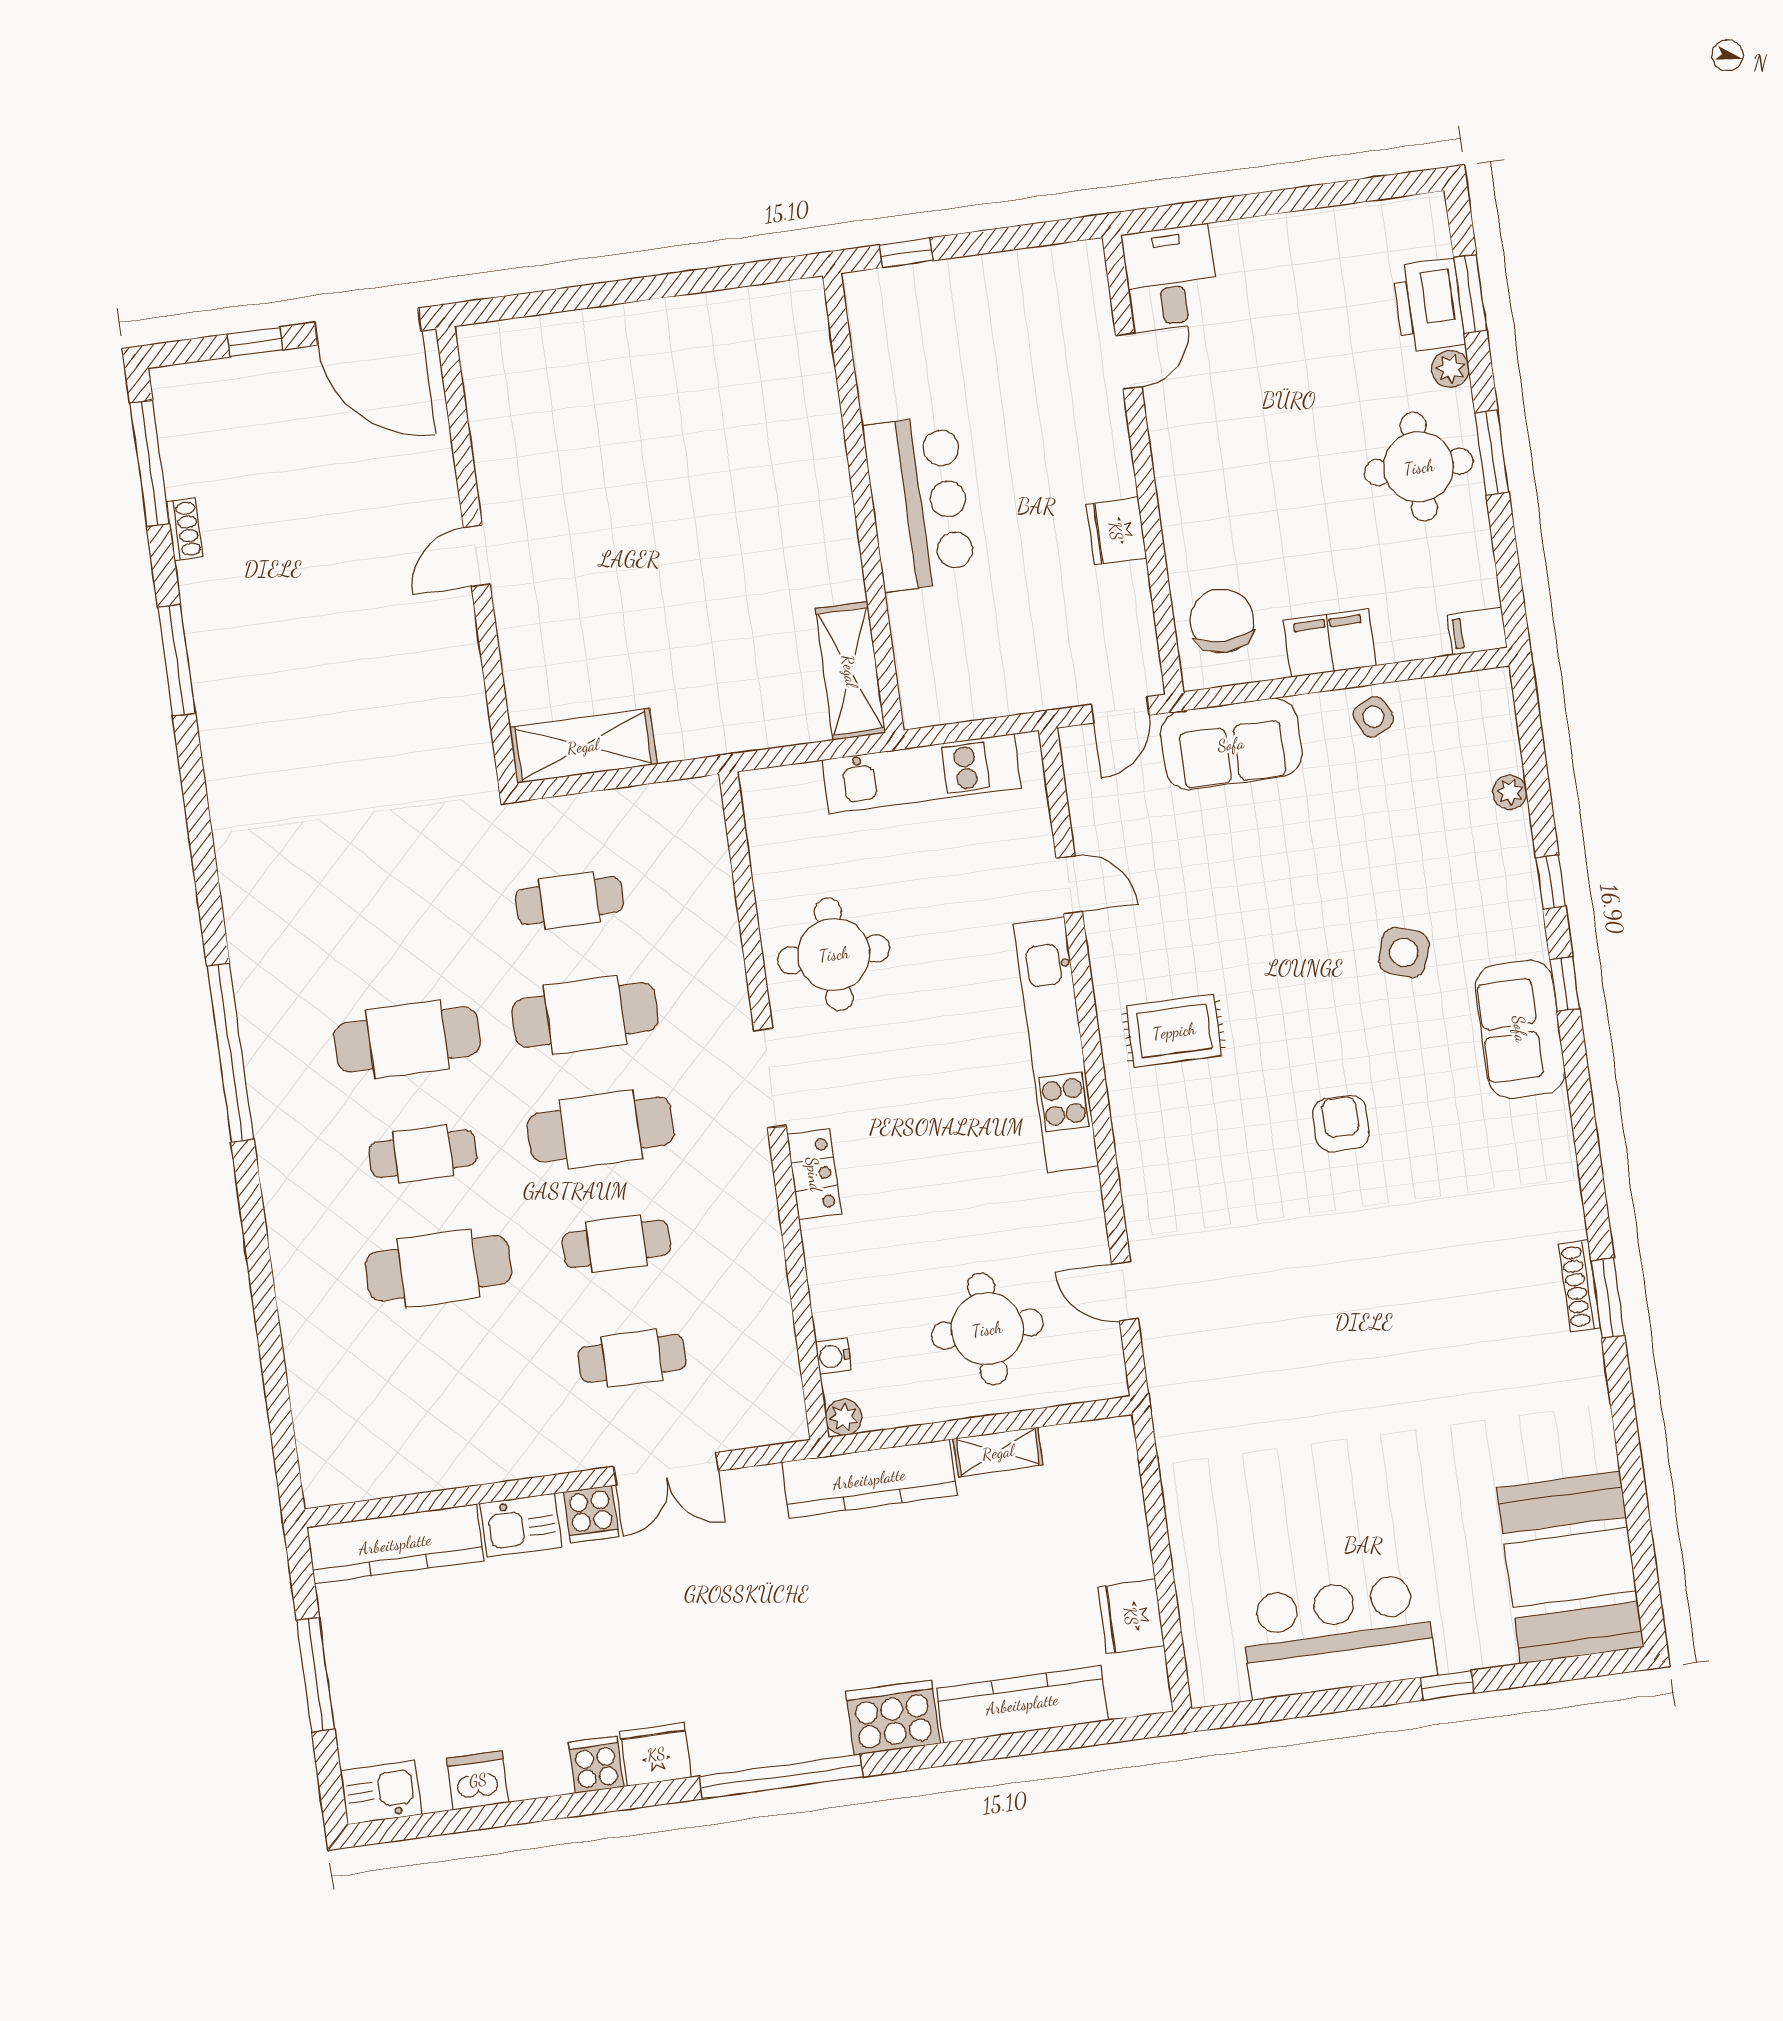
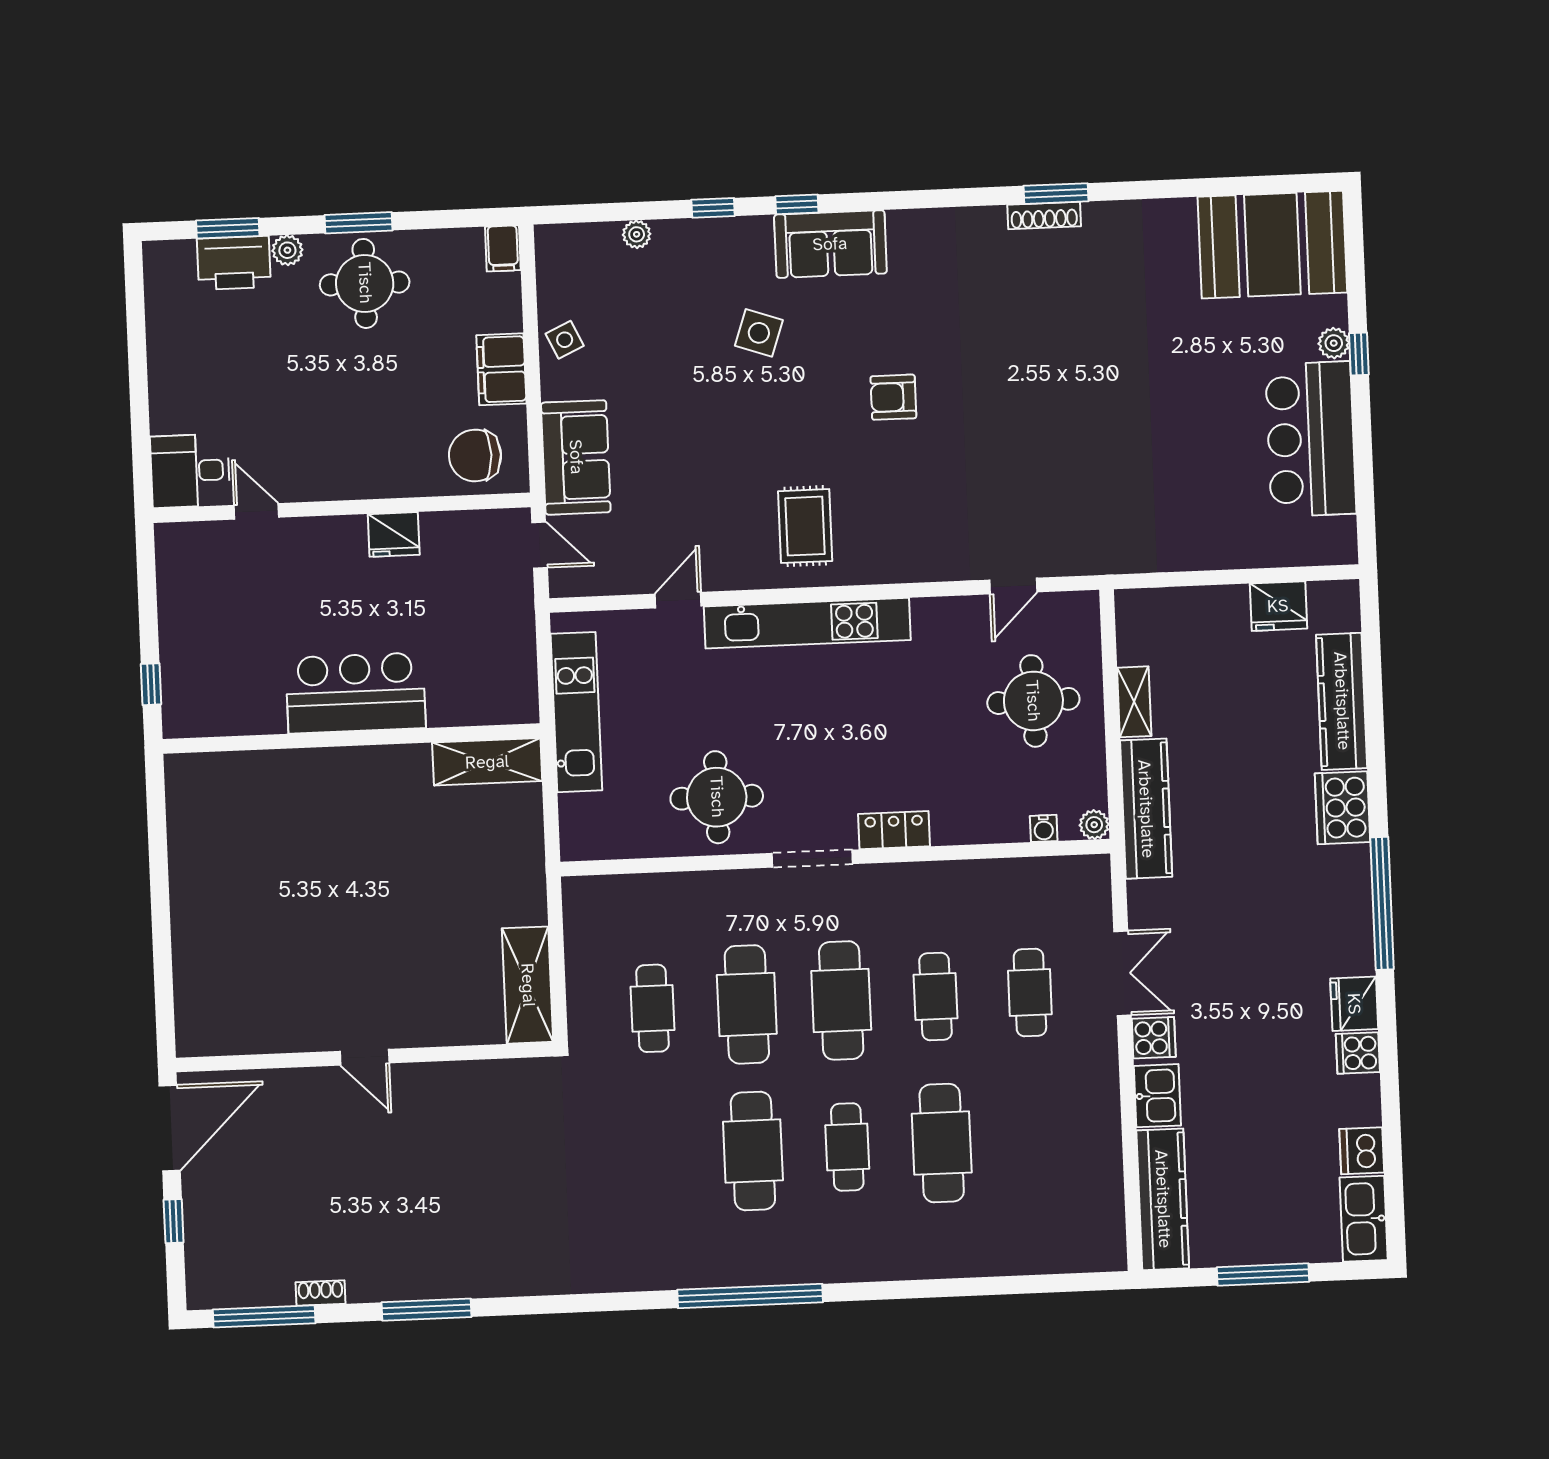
plant: (1458, 1653) -> (1334, 343), added
kitchen sink: (381, 1793) -> (1364, 1219), width x1.38

